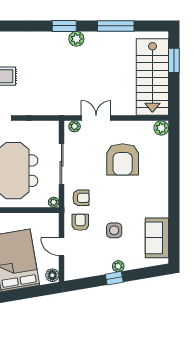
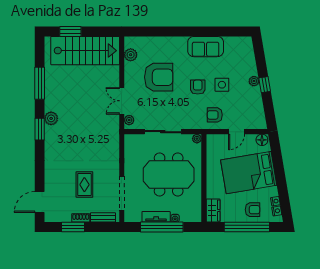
plant: (161, 128) -> (131, 55), moved
armchair: (81, 198) -> (198, 87), moved
sofa: (157, 238) -> (206, 47), moved

